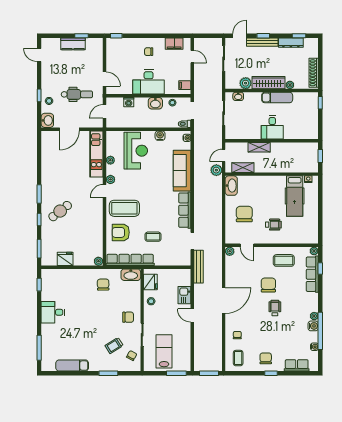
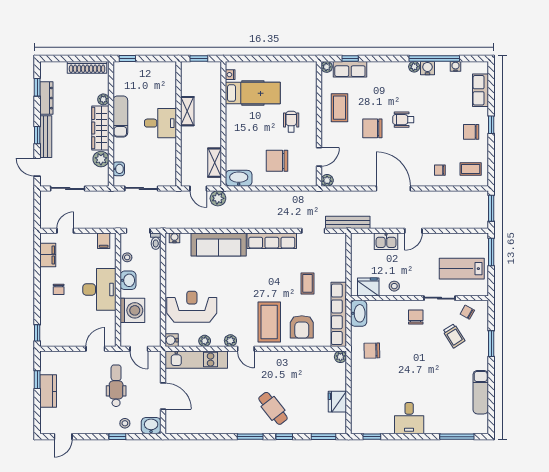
washing machine: (129, 102) -> (132, 310), width x1.89, depth x1.89
water cooler: (160, 136) -> (172, 340), moved
shelving: (259, 147) -> (187, 111), moved
row of seats: (312, 274) -> (350, 69), width x0.68

